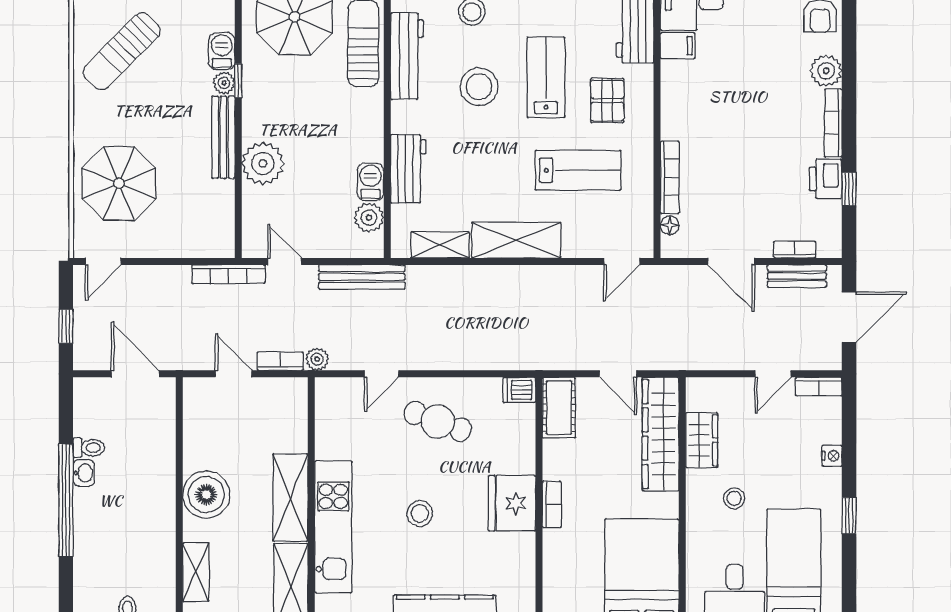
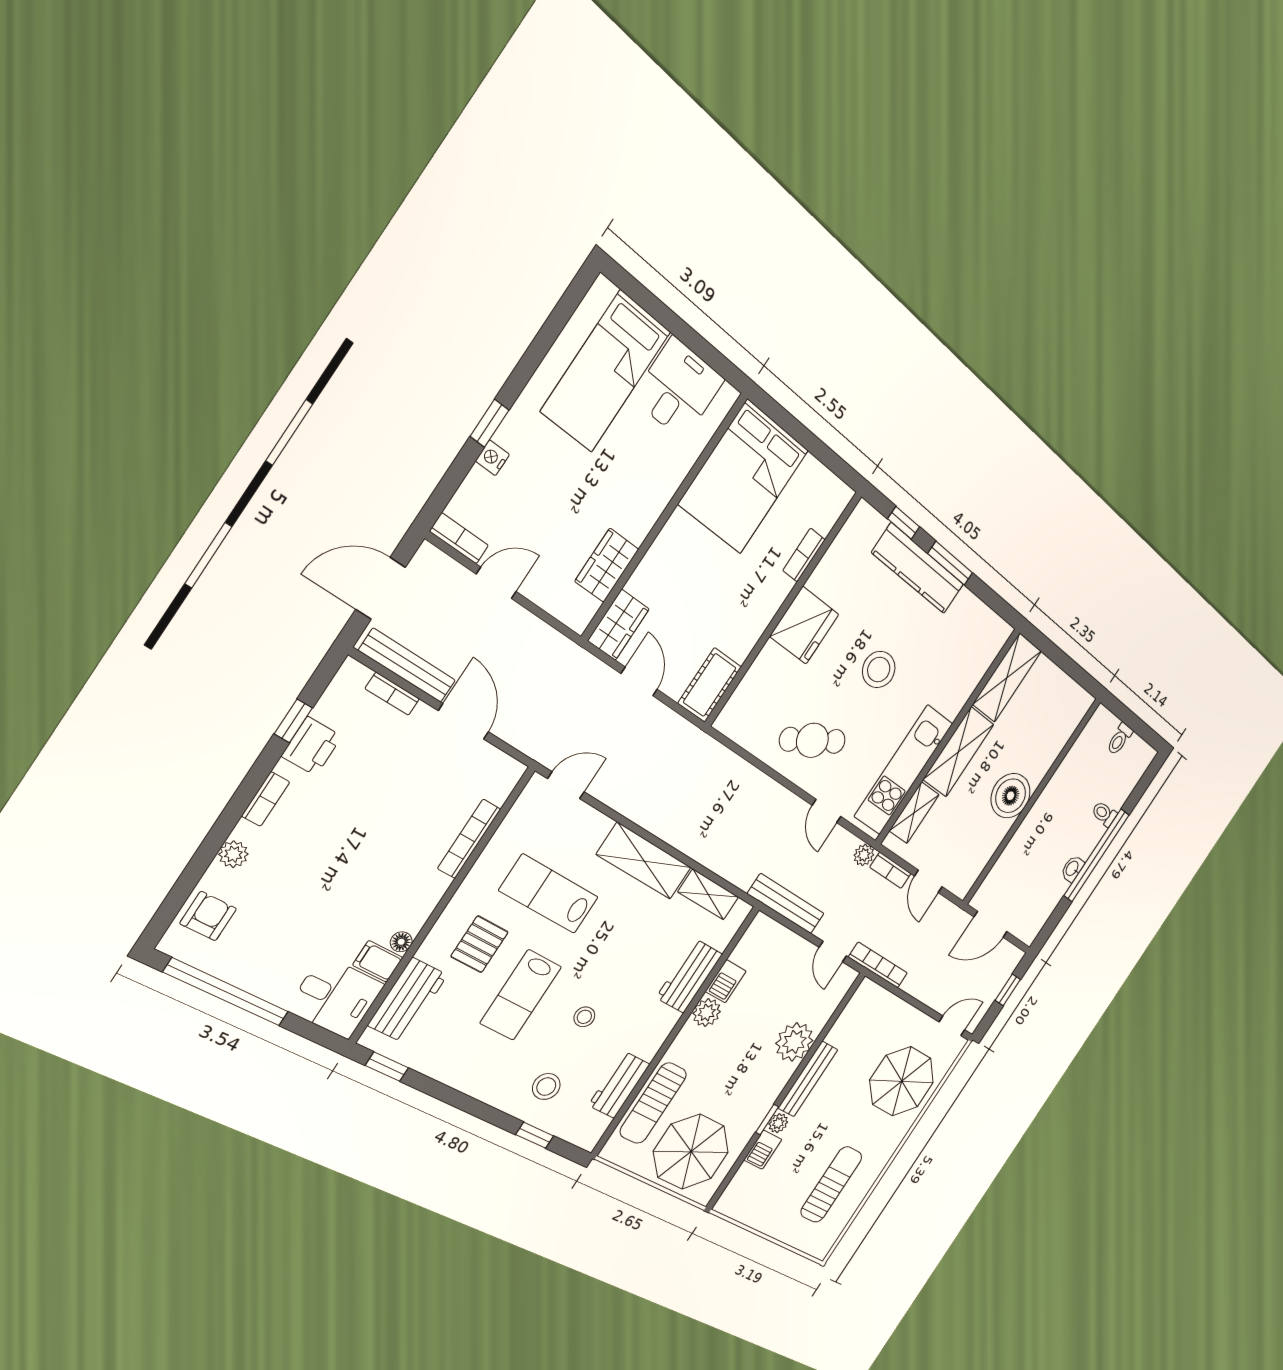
sun lounger: (122, 51) -> (831, 1184), turned -45
workbench: (407, 56) -> (619, 1085), width x0.73
plant: (826, 71) -> (233, 854), width x0.73, depth x0.73
stool: (479, 87) -> (584, 1017), width x0.53, depth x0.53
bookcase: (833, 123) -> (266, 799), width x0.64
plant: (369, 218) -> (707, 1013), moved
floor lamp: (670, 225) -> (401, 942), moved
bench: (797, 276) -> (407, 665), width x1.36
door: (135, 374) -> (991, 924), hinge flipped
door: (381, 374) -> (826, 811), swing flipped
dishwasher: (519, 390) -> (731, 724), removed
cafe table: (438, 421) -> (812, 740), turned -49
wardrobe: (661, 434) -> (618, 625), width x0.48, depth x0.85
toilet: (89, 448) -> (1104, 814), moved
stool: (734, 498) -> (615, 486), removed
bookcase: (552, 504) -> (804, 555), moved
stool: (420, 514) -> (879, 670), width x1.38, depth x1.38
window: (849, 516) -> (490, 423), moved
kitchen unit: (333, 527) -> (904, 770), moved
shelving: (196, 572) -> (914, 813), moved

